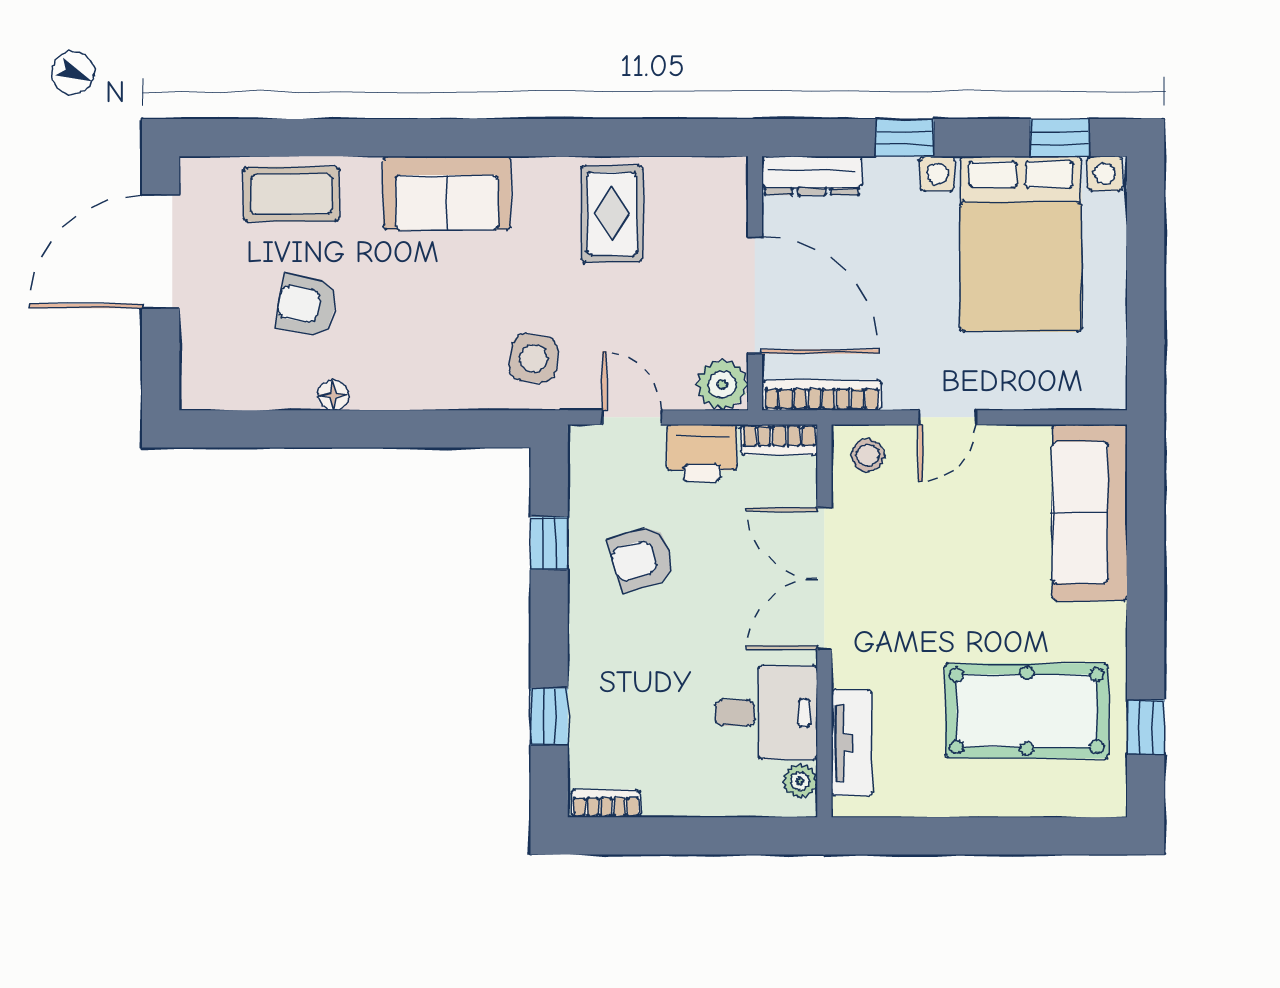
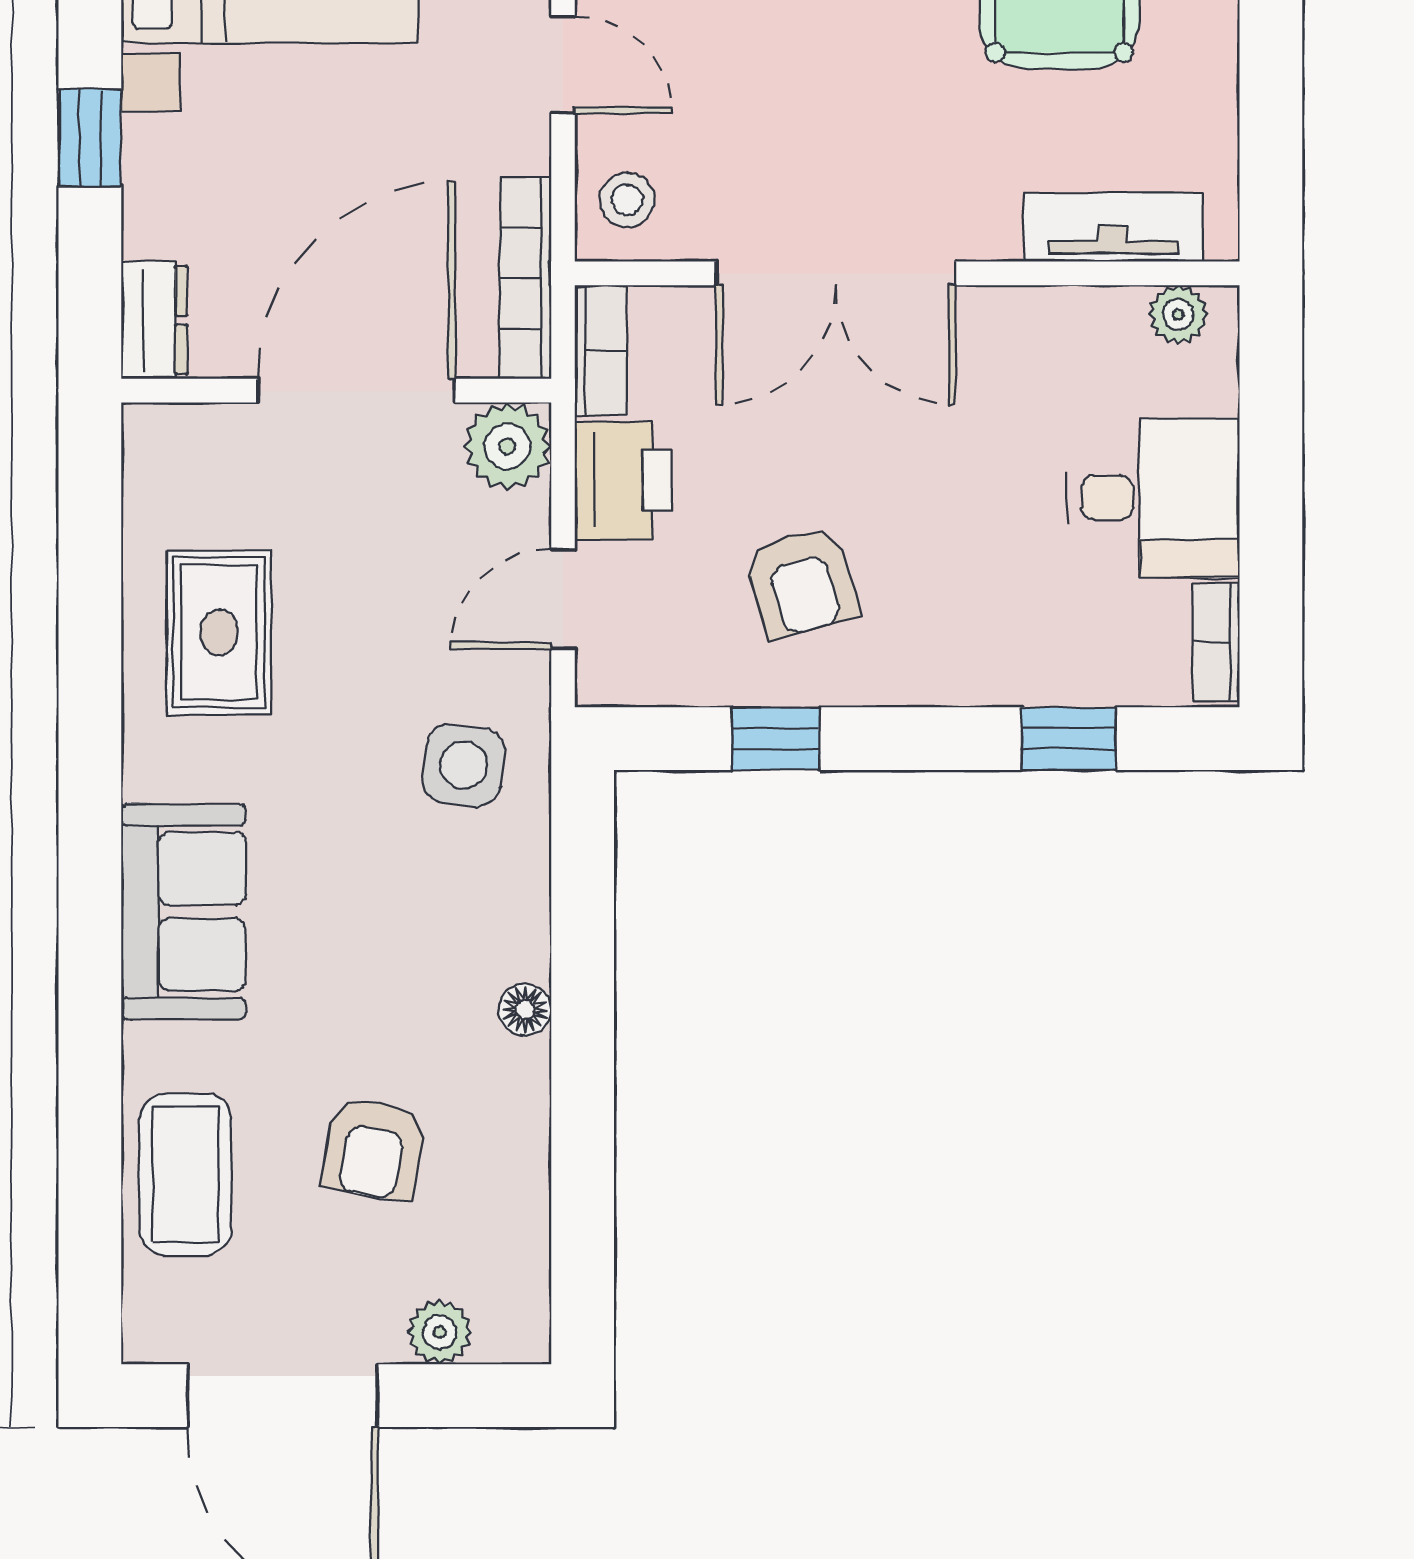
dresser: (812, 176) -> (154, 320), width x0.70
rug: (612, 214) -> (219, 632), turned 90
plant: (198, 344) -> (439, 1332), added
floor lamp: (333, 395) -> (525, 1009), moved
desk: (767, 713) -> (1154, 498), moved, turned 90

